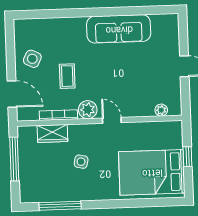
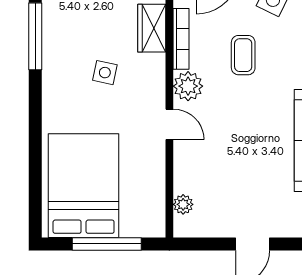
coffee table: (67, 76) -> (243, 55), turned 90
door: (112, 120) -> (169, 124), hinge flipped
window: (187, 157) -> (107, 244), width x2.17

